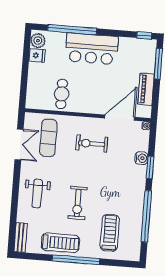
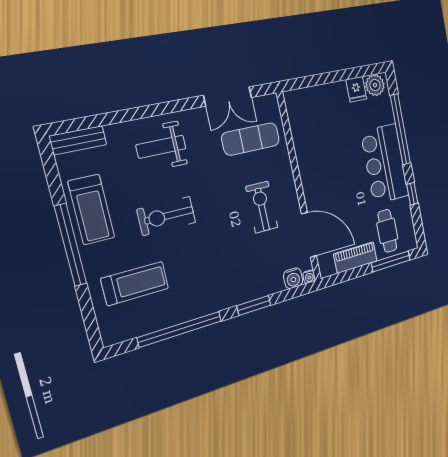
window: (144, 35) -> (412, 194), moved
cafe table: (62, 94) -> (387, 231), moved, turned 90
water cooler: (141, 158) -> (293, 278), moved

